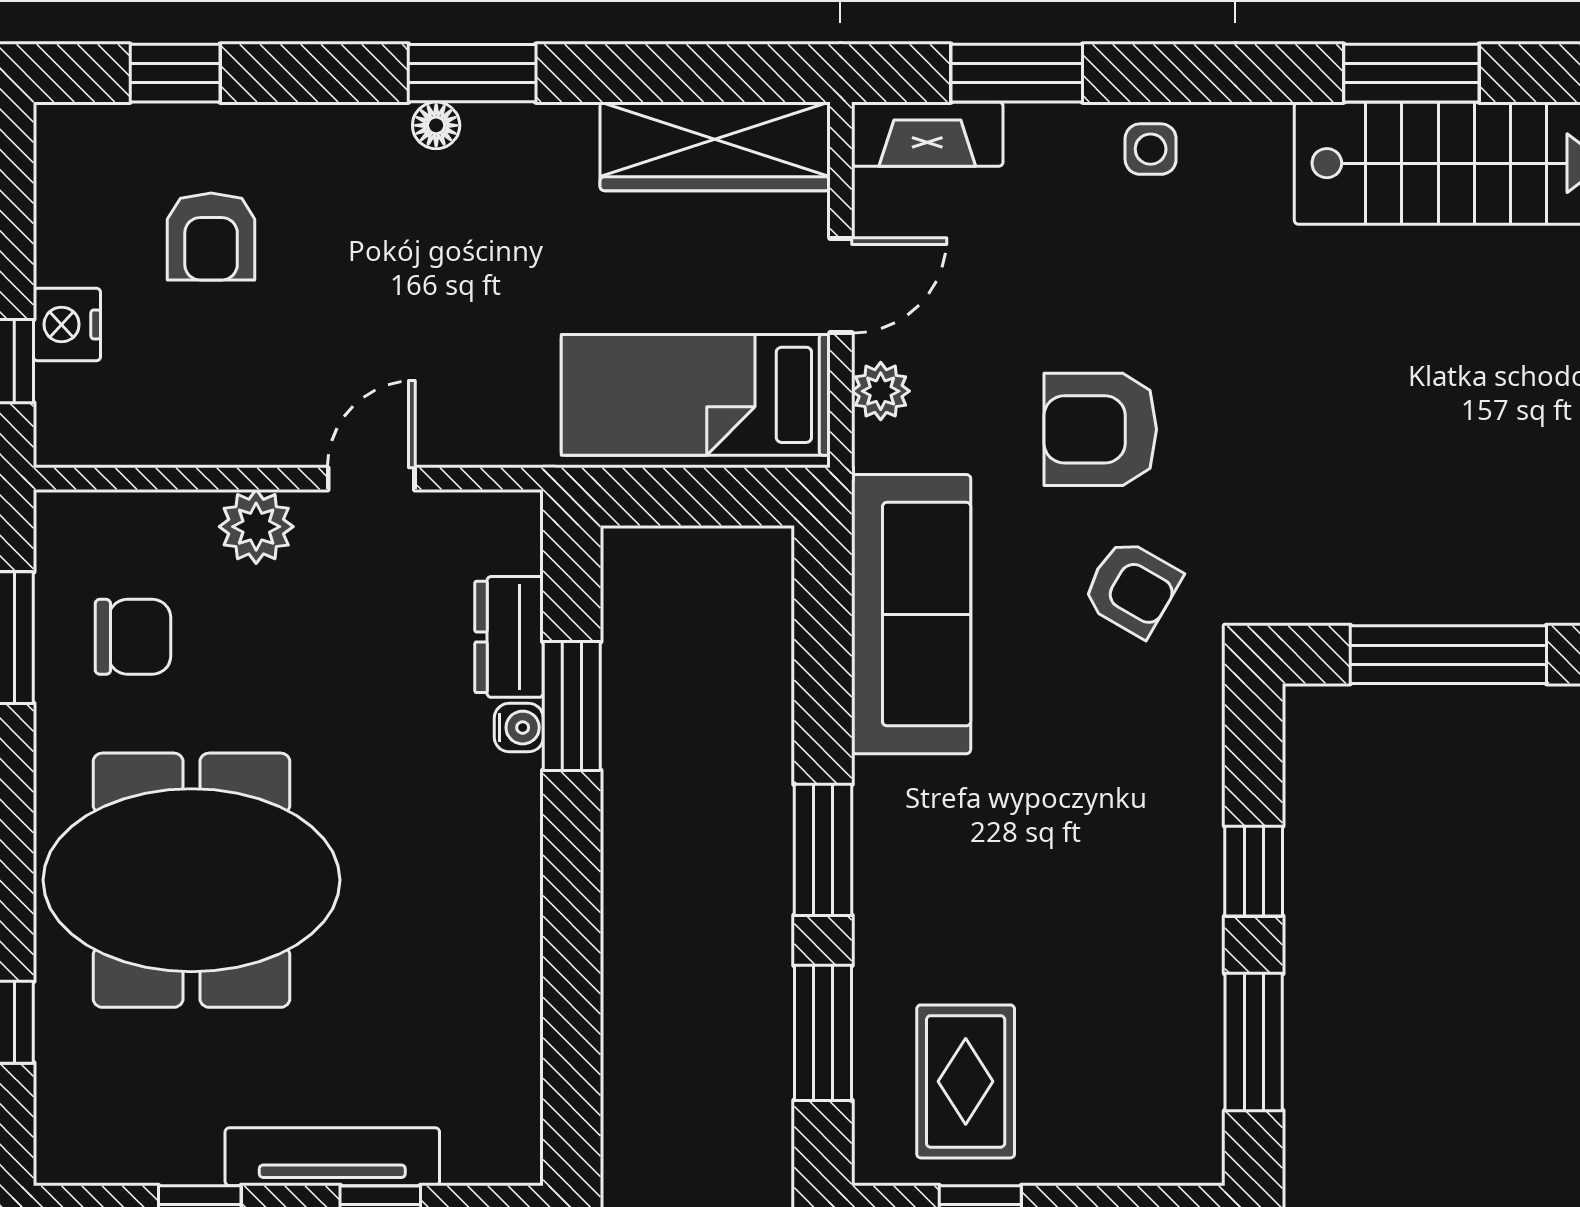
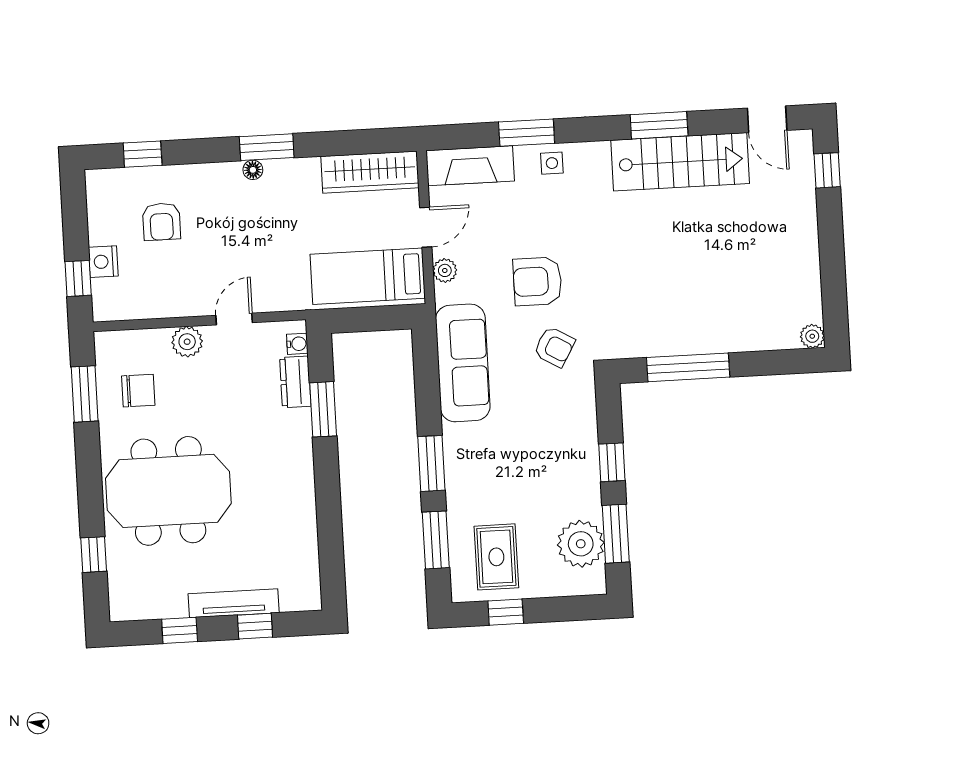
window: (1017, 73) -> (527, 133), moved
fireplace: (927, 134) -> (470, 166), width x1.37, depth x1.32
water cooler: (519, 728) -> (297, 344), moved
plant: (1169, 1061) -> (581, 544), added

